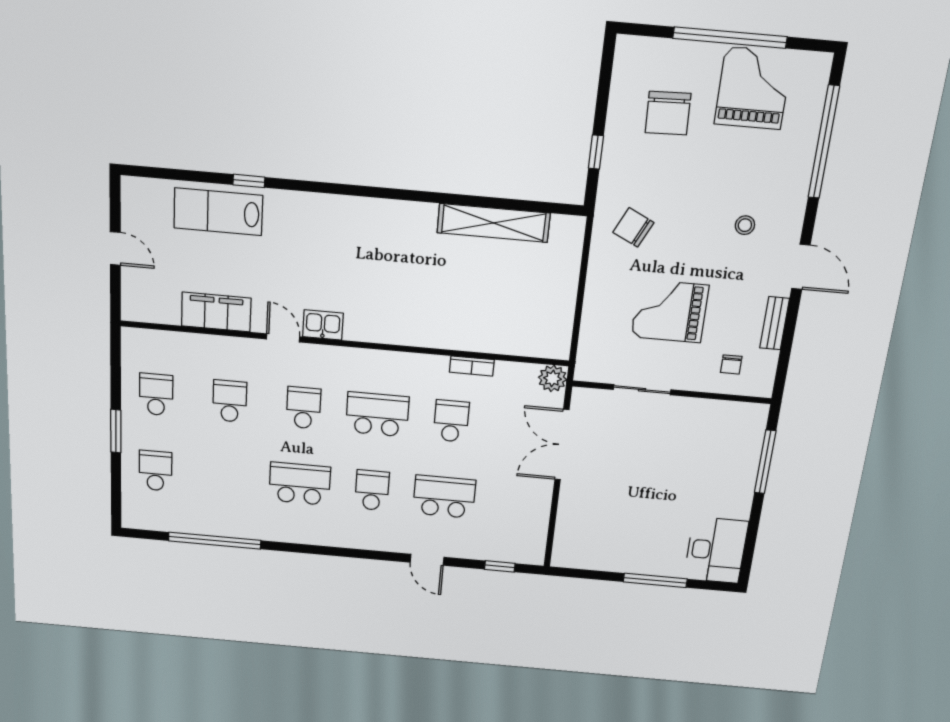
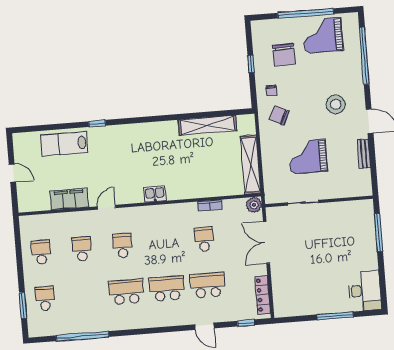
grand piano: (753, 88) -> (323, 35), turned -90
window: (596, 152) -> (251, 64), moved
window: (249, 181) -> (97, 123), moved
stool: (745, 225) -> (336, 104), width x1.89, depth x1.89
shelving: (561, 308) -> (251, 165), added
kitchen sink: (323, 325) -> (155, 194), moved
door: (283, 338) -> (106, 207), hinge flipped
chair: (731, 364) -> (271, 90), moved
school desk: (377, 414) -> (163, 242), removed
window: (116, 431) -> (23, 305), moved
school desk: (372, 490) -> (167, 288), width x1.85
locker: (537, 528) -> (263, 295), added

